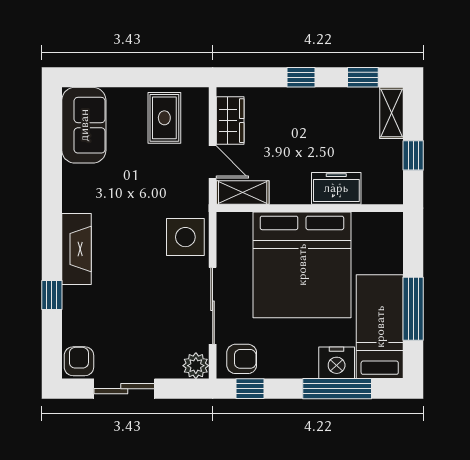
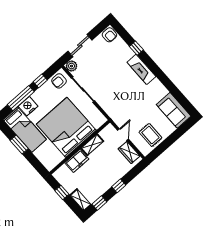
door: (213, 162) -> (123, 135), swing flipped
shelving: (243, 192) -> (92, 145), moved
side table: (185, 237) -> (111, 103), removed
window: (413, 309) -> (19, 144), width x0.69
sliding door: (124, 389) -> (80, 46), moved
window: (250, 389) -> (40, 81), moved

